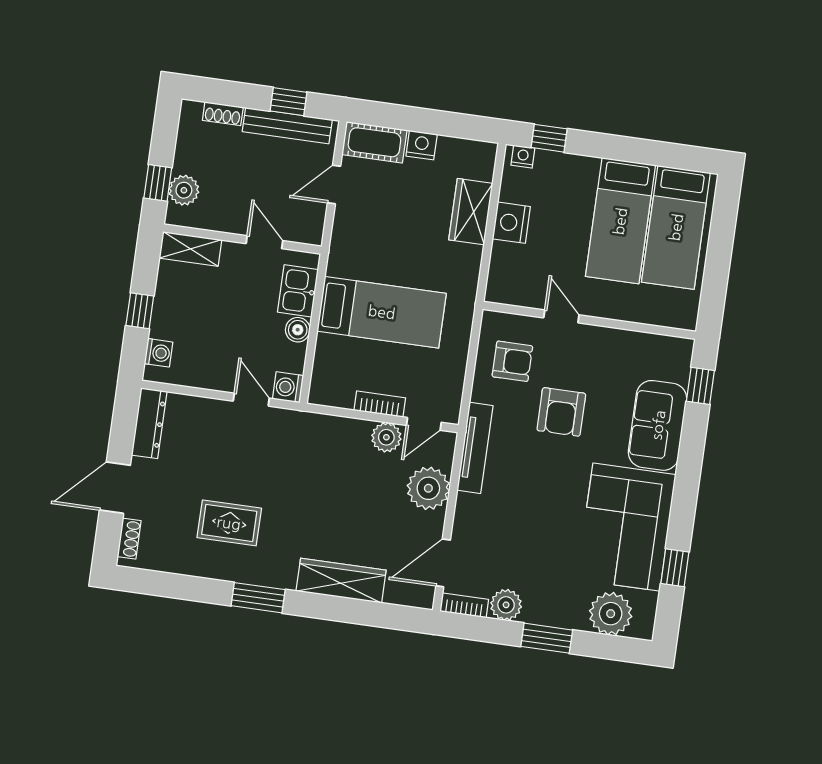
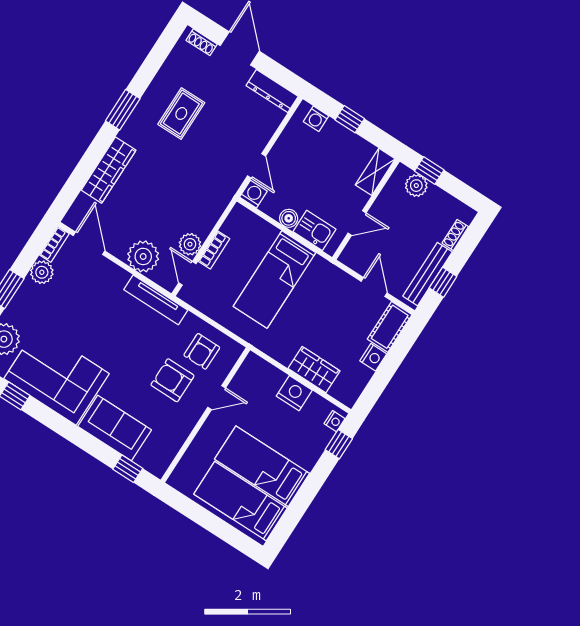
door: (251, 400) -> (256, 166), hinge flipped
armchair: (561, 412) -> (172, 380), moved

